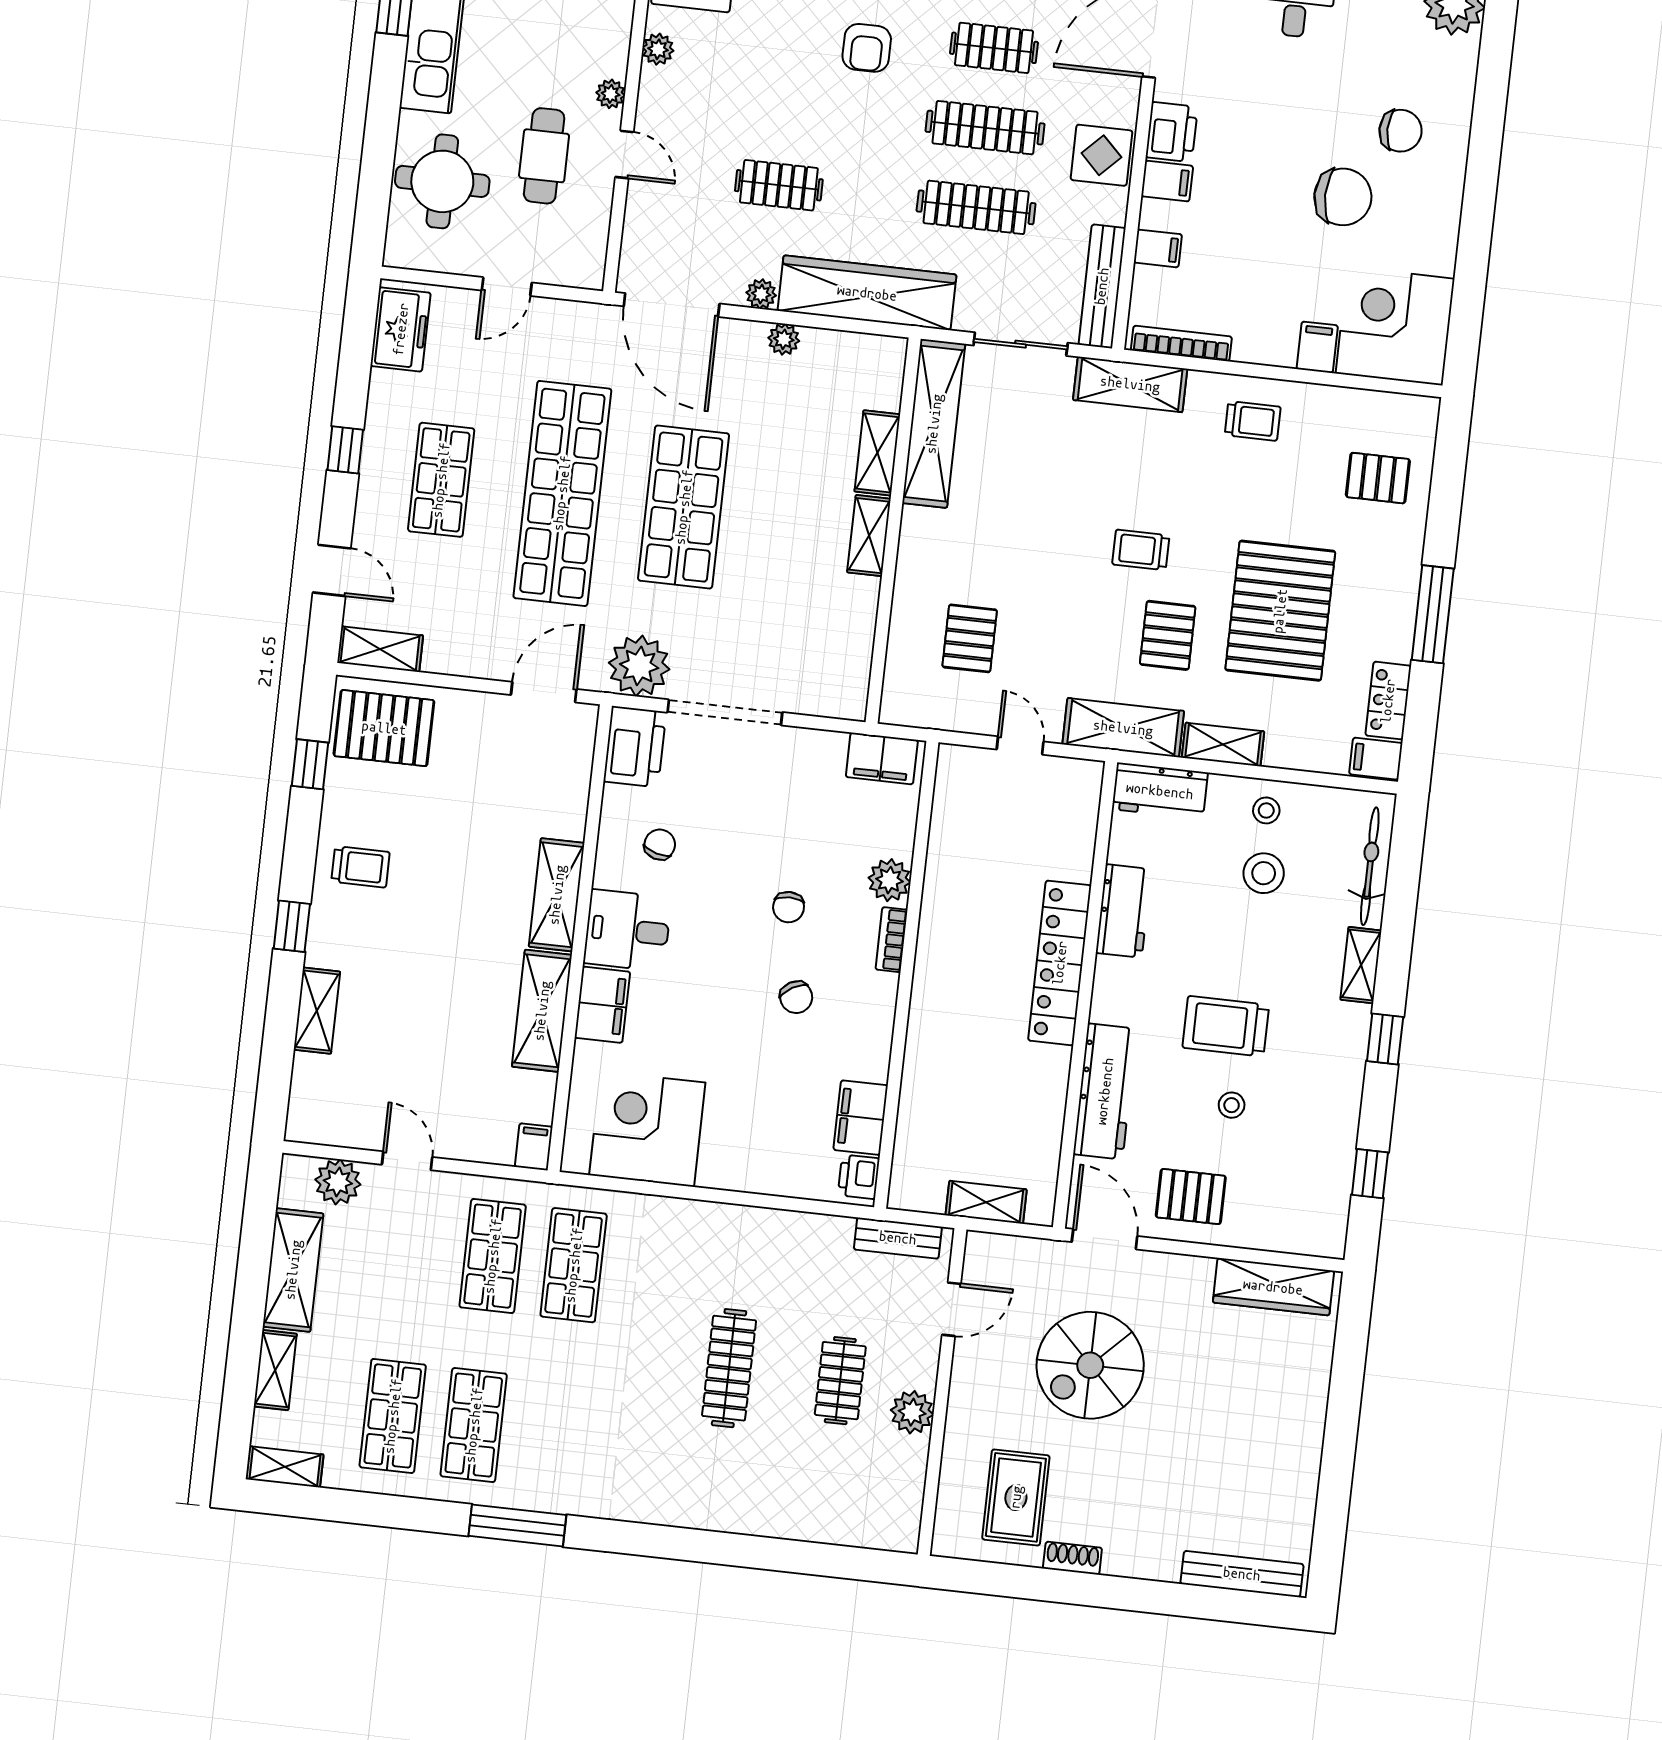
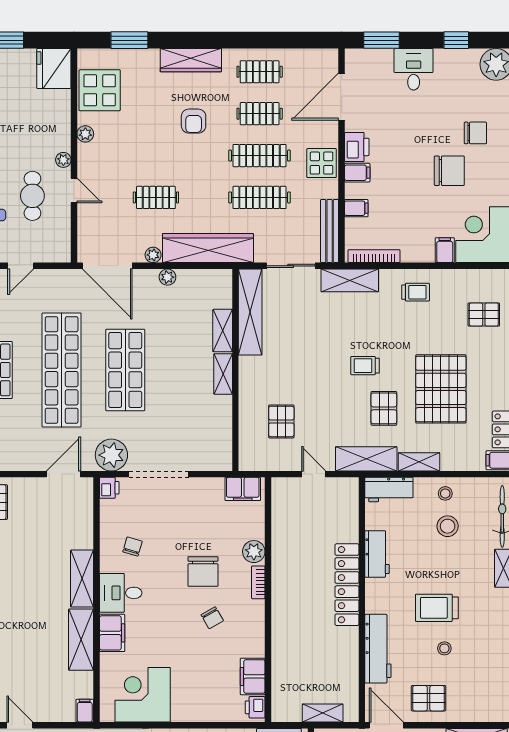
printer: (635, 747) -> (109, 488), width x0.53, depth x0.68
chair: (789, 907) -> (203, 571), width x1.87, depth x1.87

